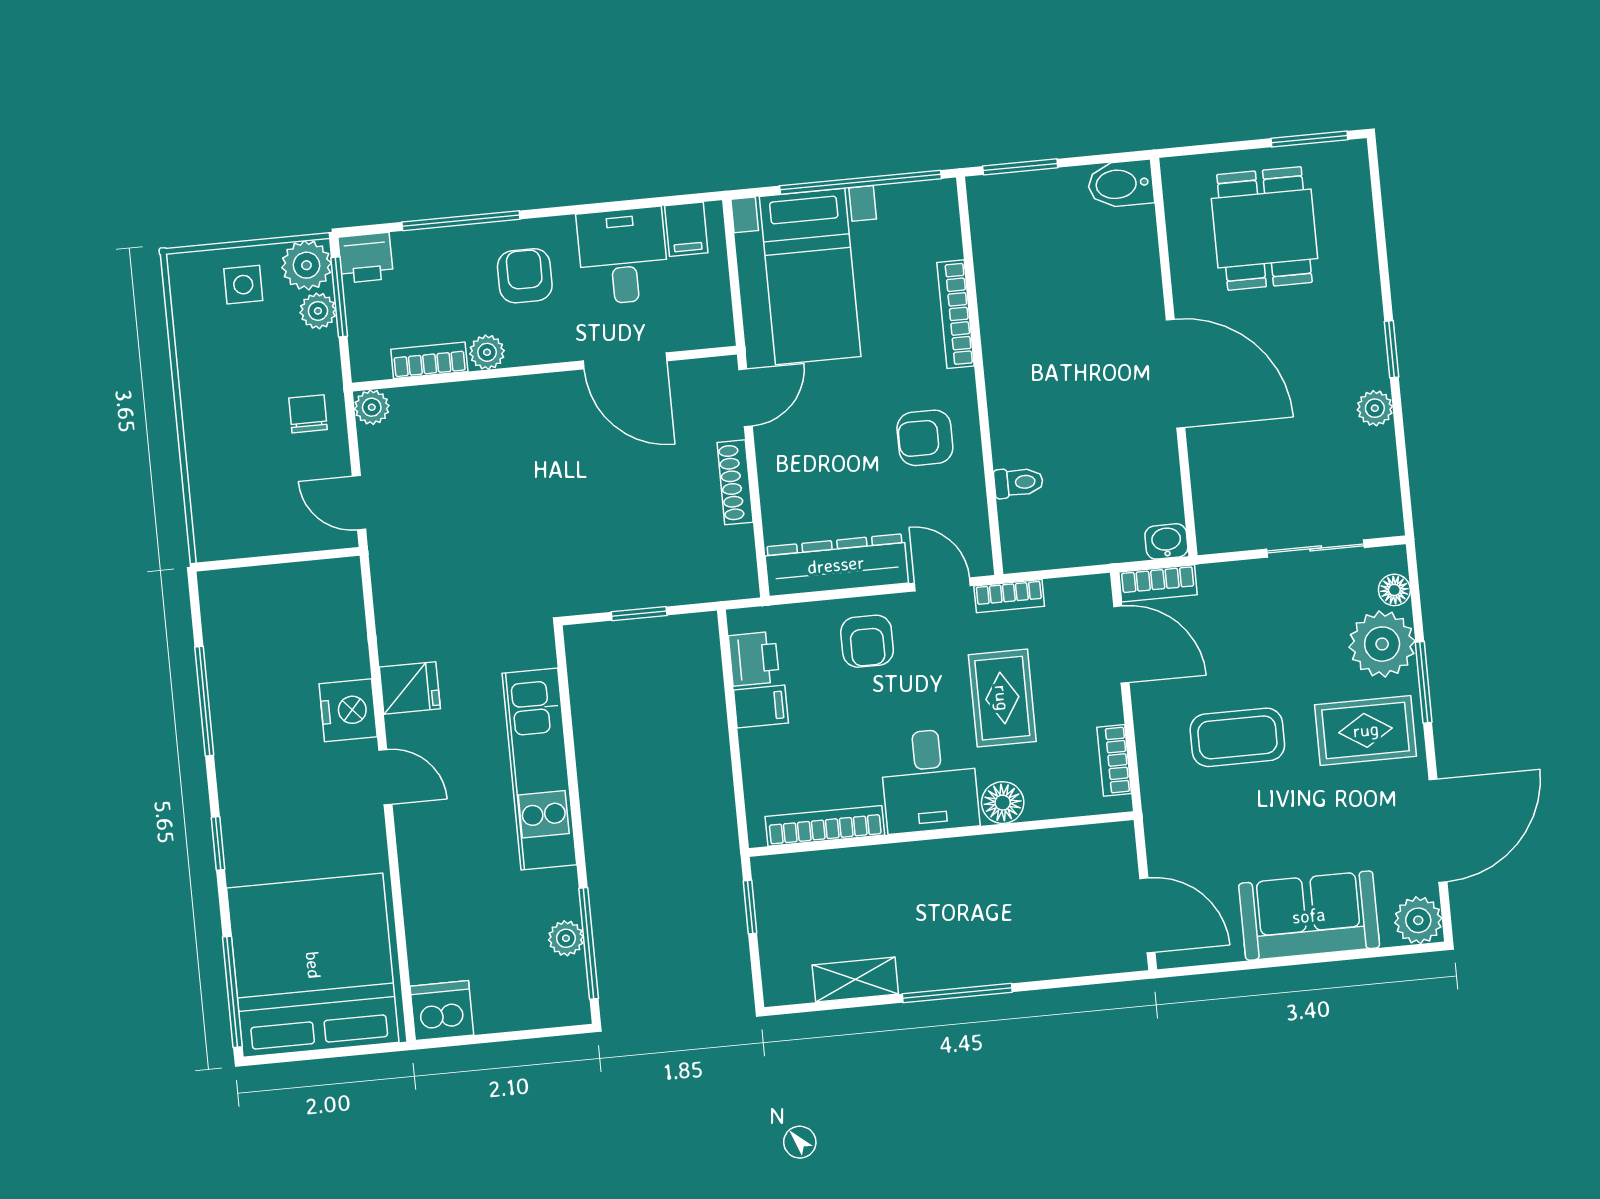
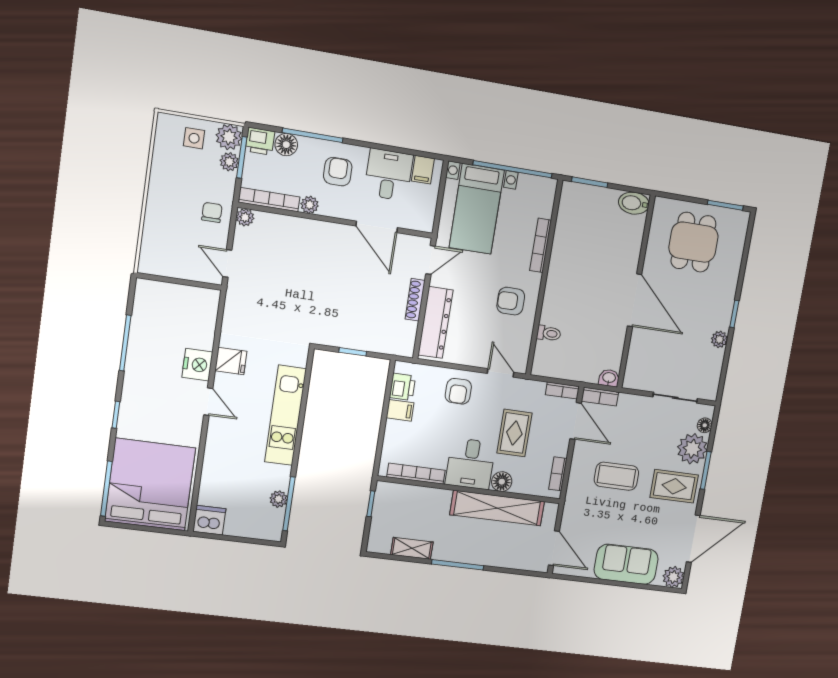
floor lamp: (416, 251) -> (286, 145), added
bookcase: (429, 360) -> (269, 200), width x1.56
dresser: (836, 565) -> (435, 323), moved, turned 90
bookcase: (1009, 596) -> (562, 391), moved
shelving: (1008, 859) -> (497, 508), added

